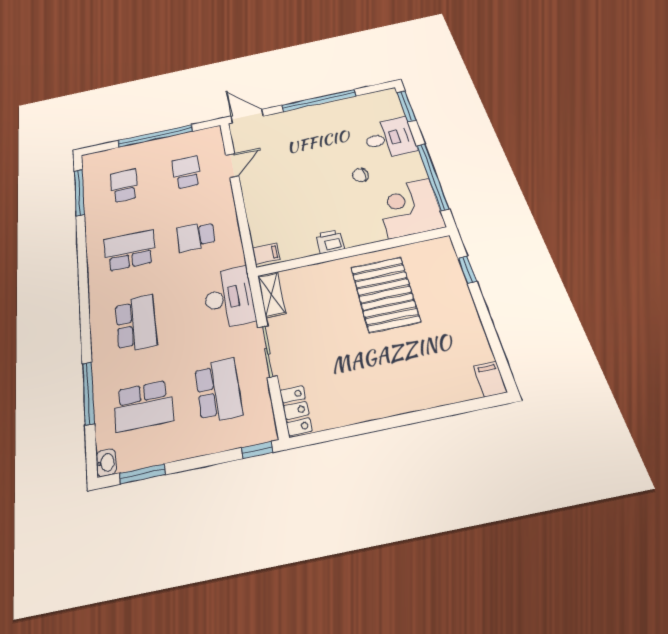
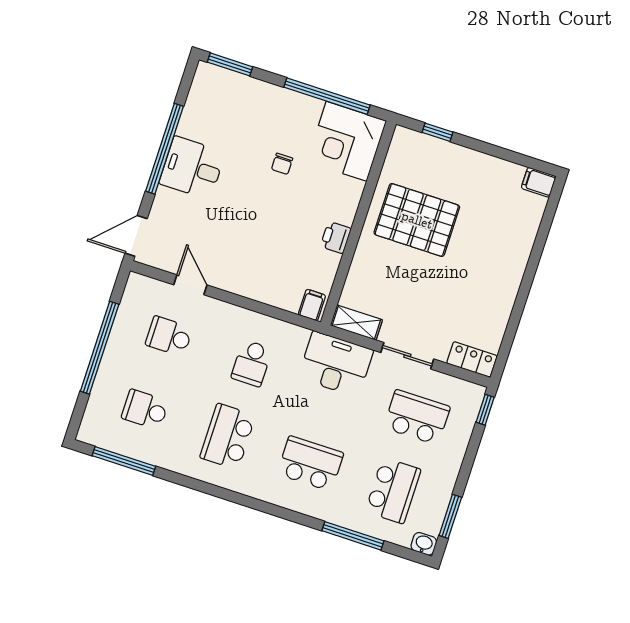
desk: (389, 138) -> (192, 168), moved, turned -90

